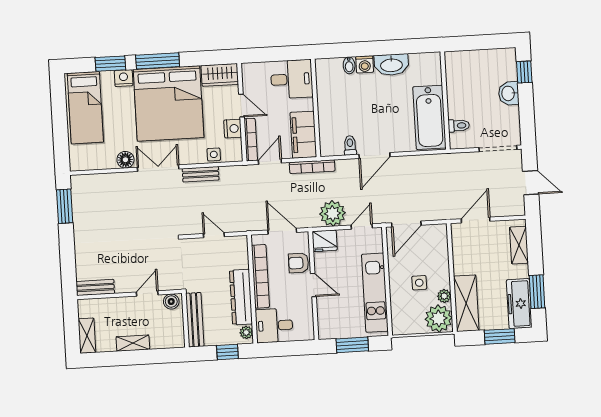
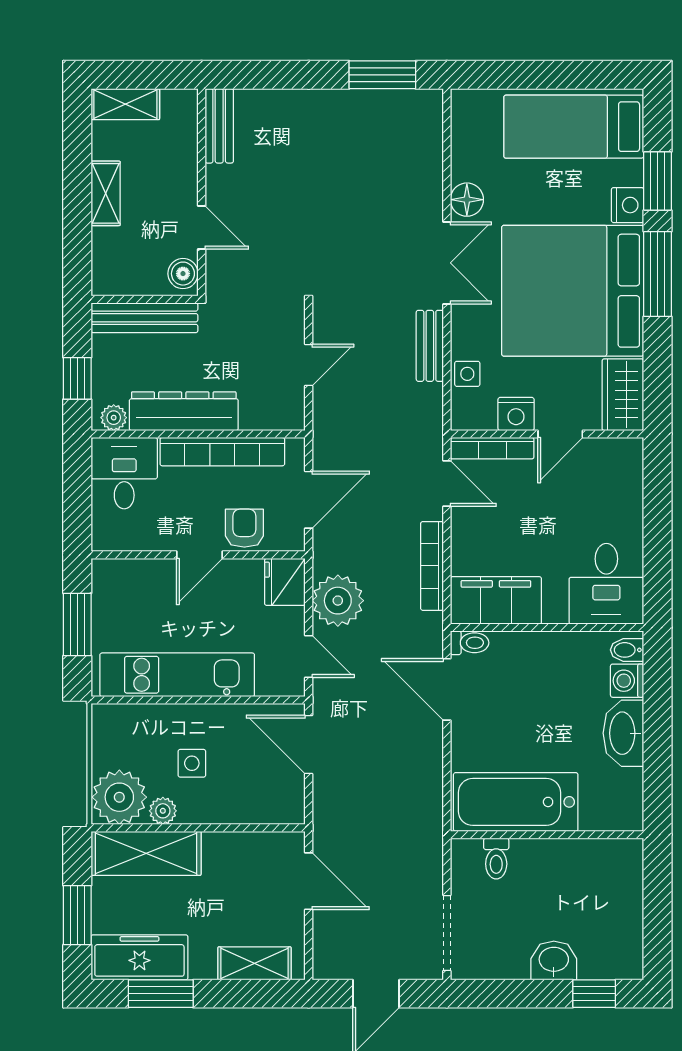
desk: (292, 79) -> (606, 584), moved
wall: (316, 108) -> (547, 627), moved
filing cabinet: (303, 135) -> (496, 600), moved

